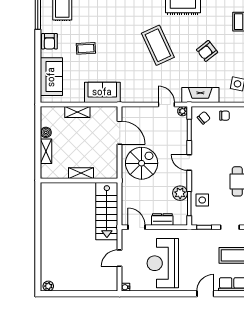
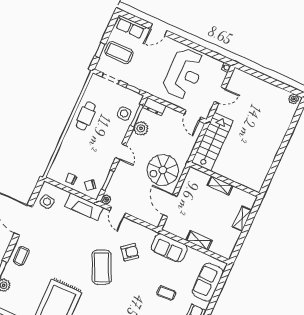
armchair: (207, 51) -> (130, 252), moved
boiler: (46, 132) -> (235, 235), removed
dresser: (162, 219) -> (154, 107), moved

